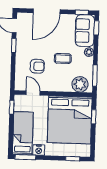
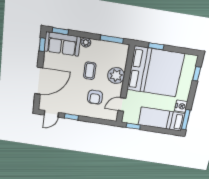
door: (47, 11) -> (39, 81), hinge flipped
armchair: (37, 66) -> (95, 97), turned 180
plant: (80, 84) -> (116, 75), moved

